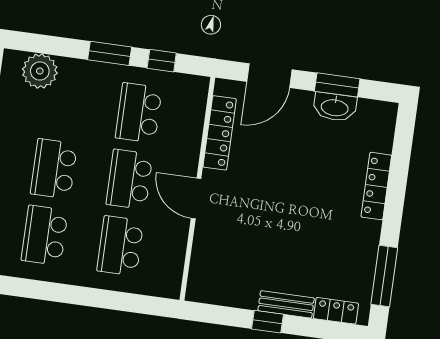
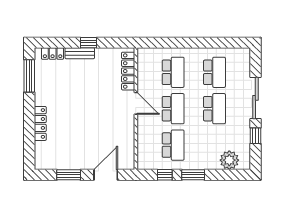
washbasin: (335, 107) -> (68, 163), removed
locker: (220, 133) -> (128, 71), moved

